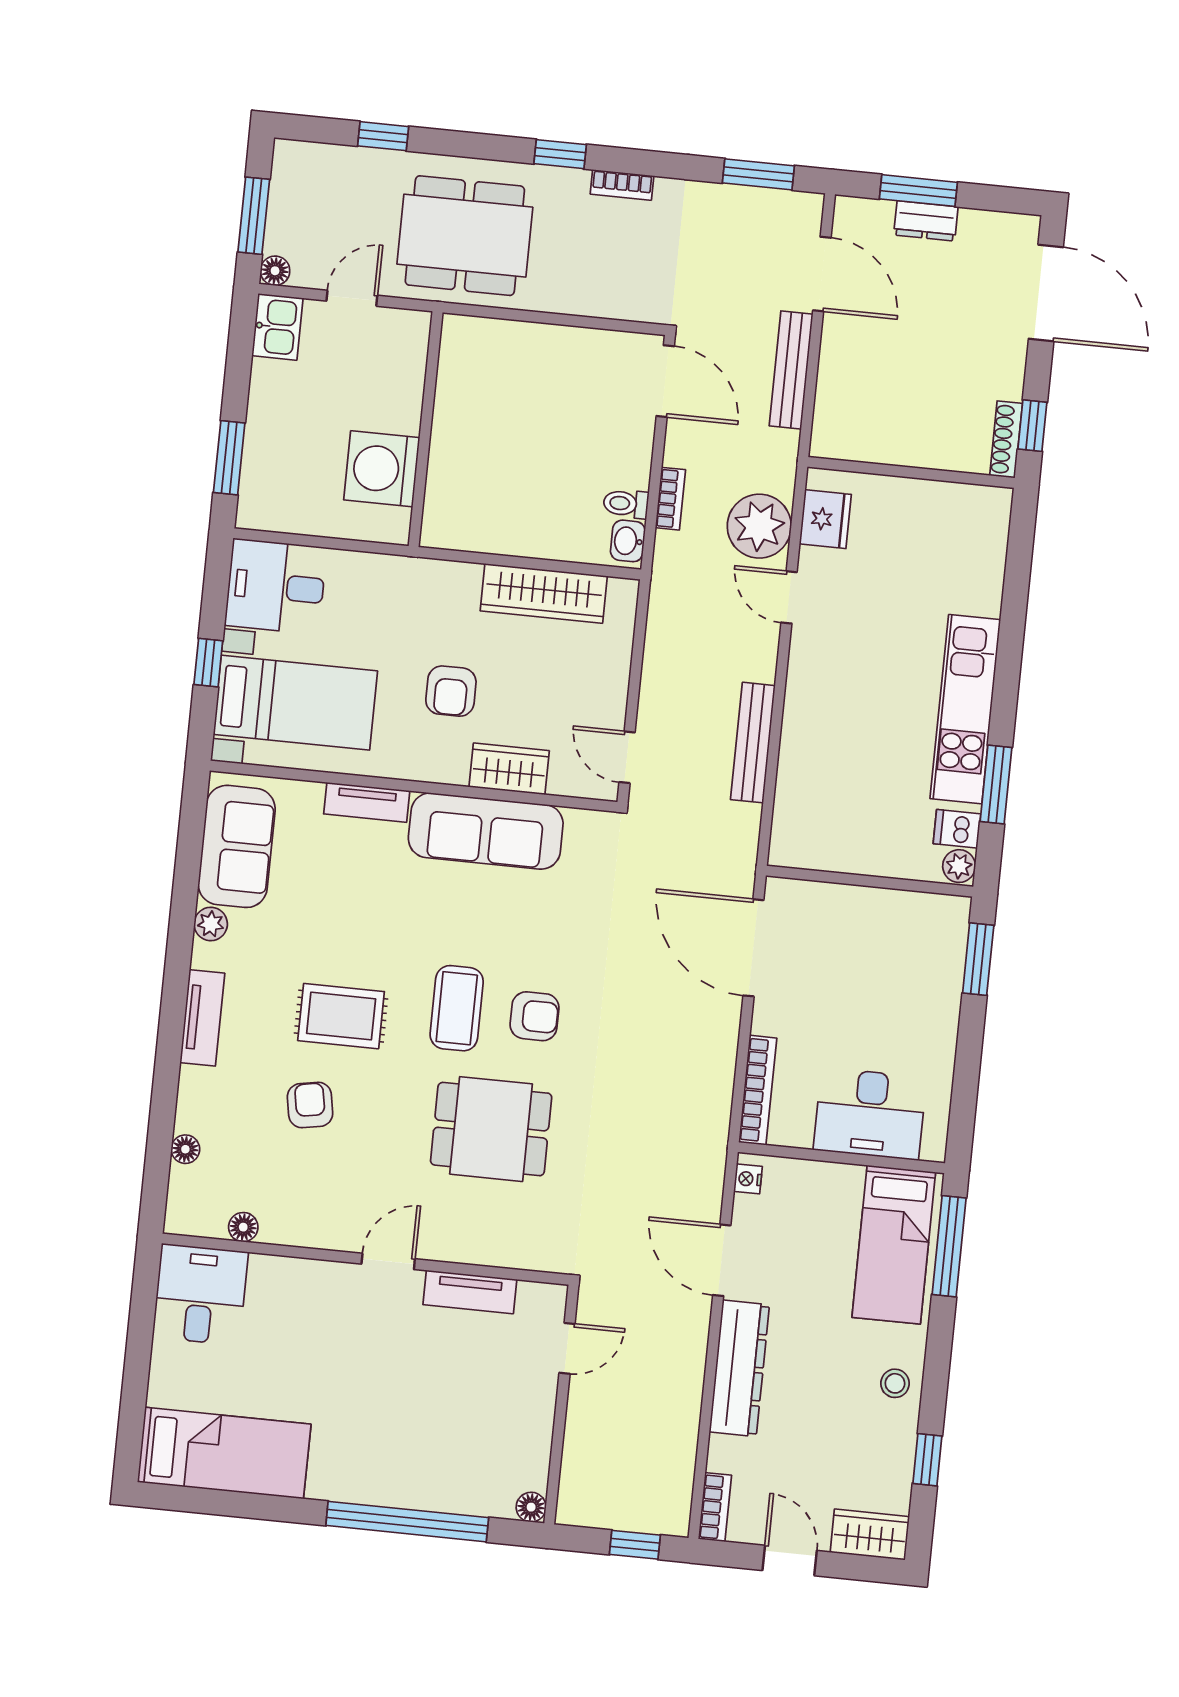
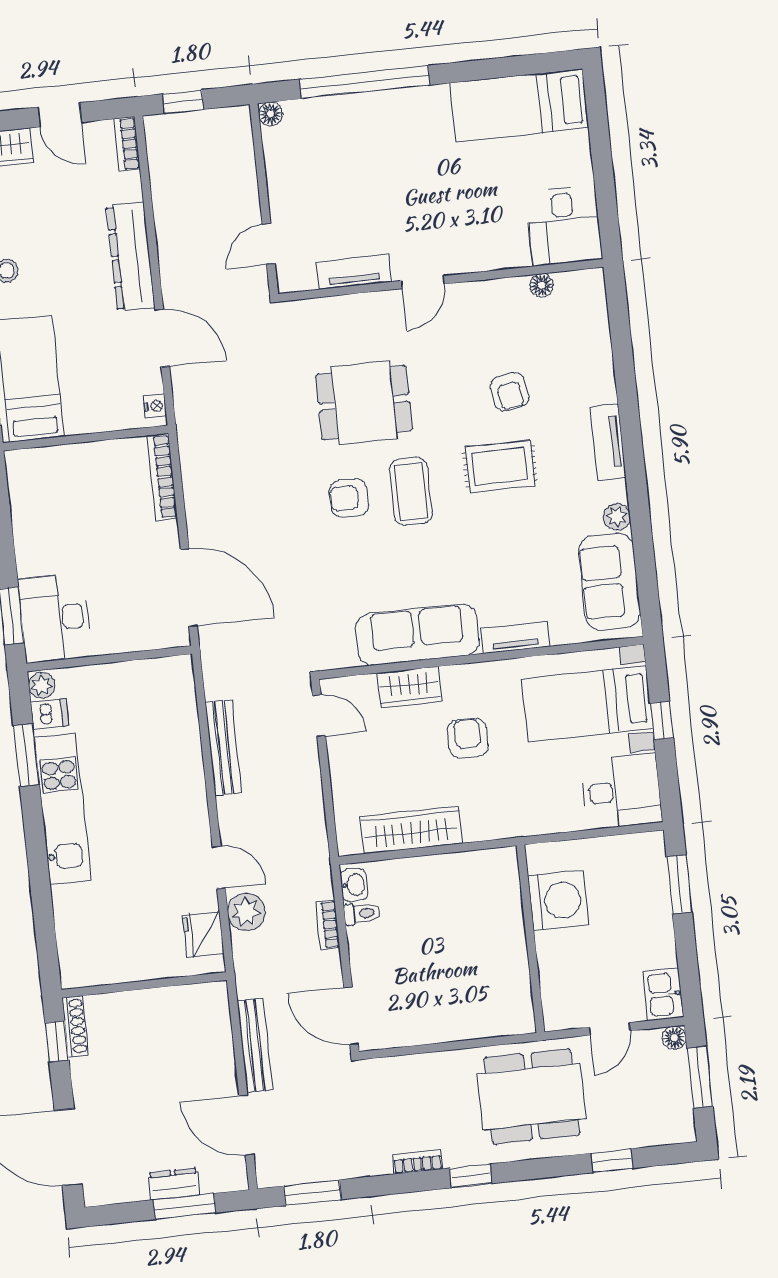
plant: (759, 526) -> (246, 912), width x0.73, depth x0.73
desk: (870, 1114) -> (55, 618), moved, turned -90
floor lamp: (185, 1149) -> (600, 337), removed

